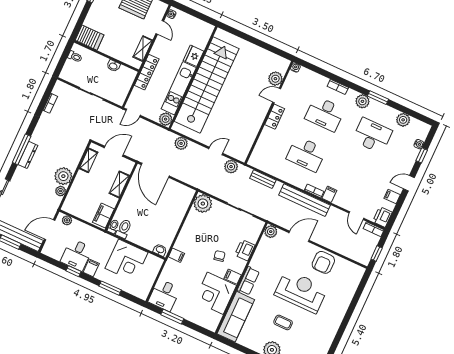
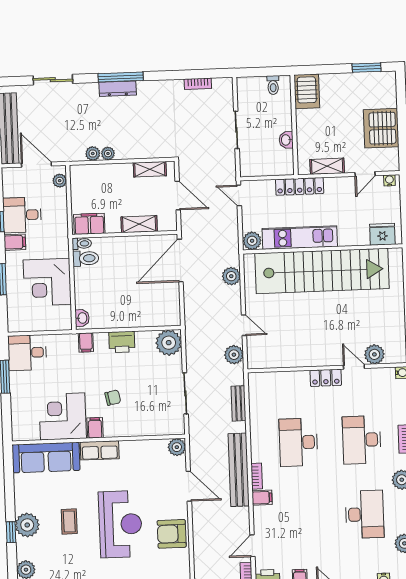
fridge: (194, 56) -> (382, 234), moved
plant: (63, 176) -> (108, 153), width x0.53, depth x0.53
printer: (245, 250) -> (122, 342), moved, turned 180

